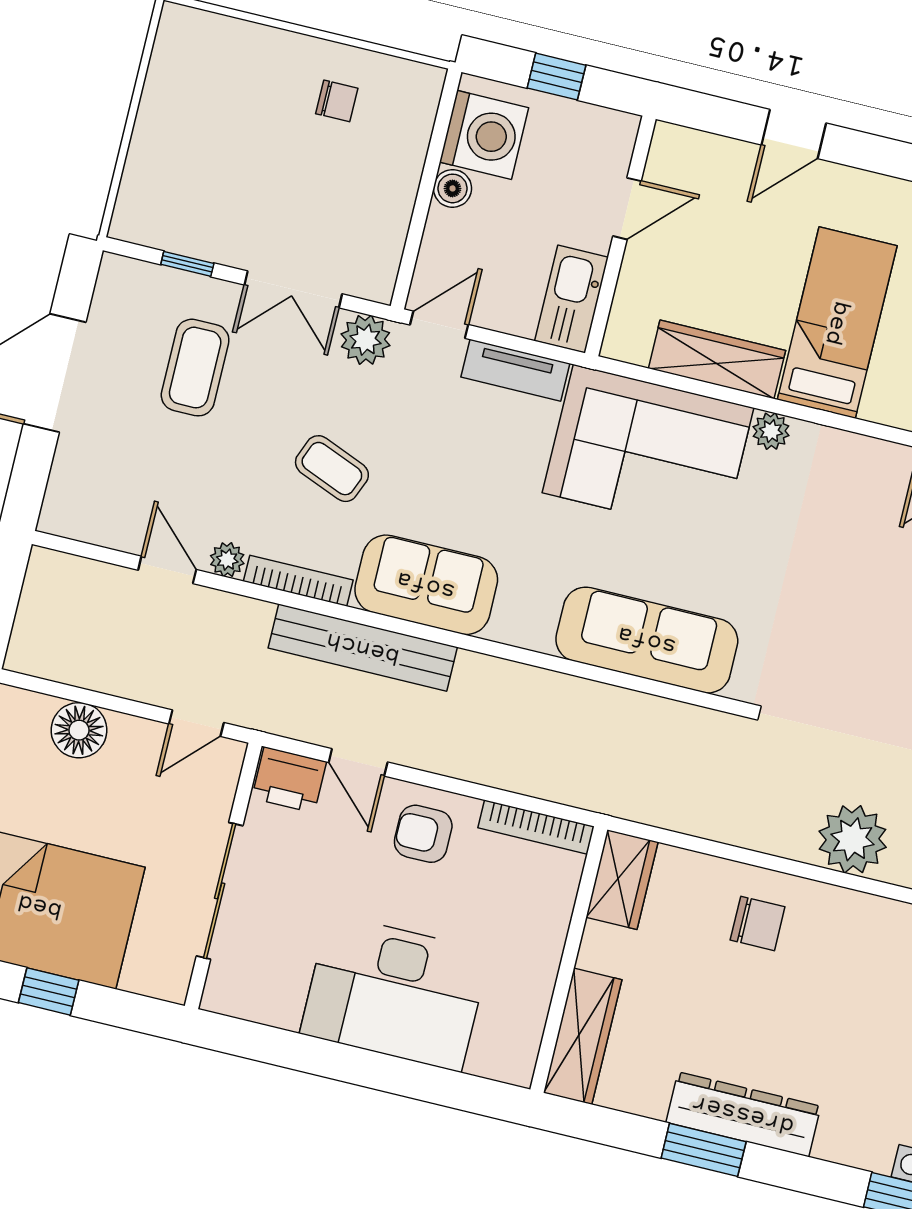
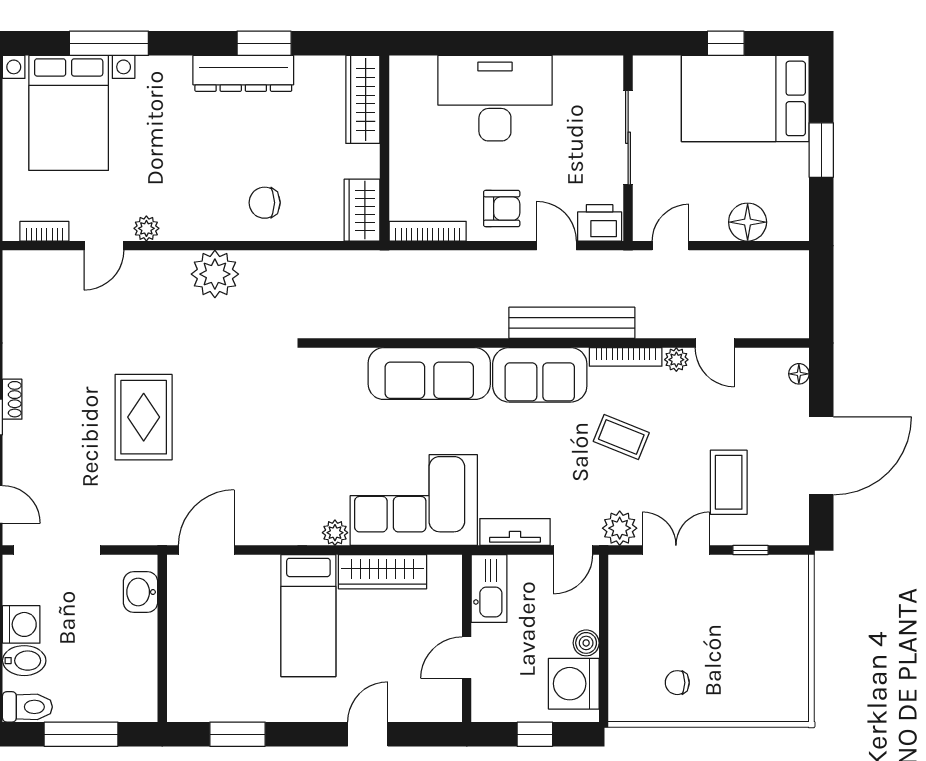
floor lamp: (58, 497) -> (799, 374), added
sofa: (647, 640) -> (429, 374), moved

